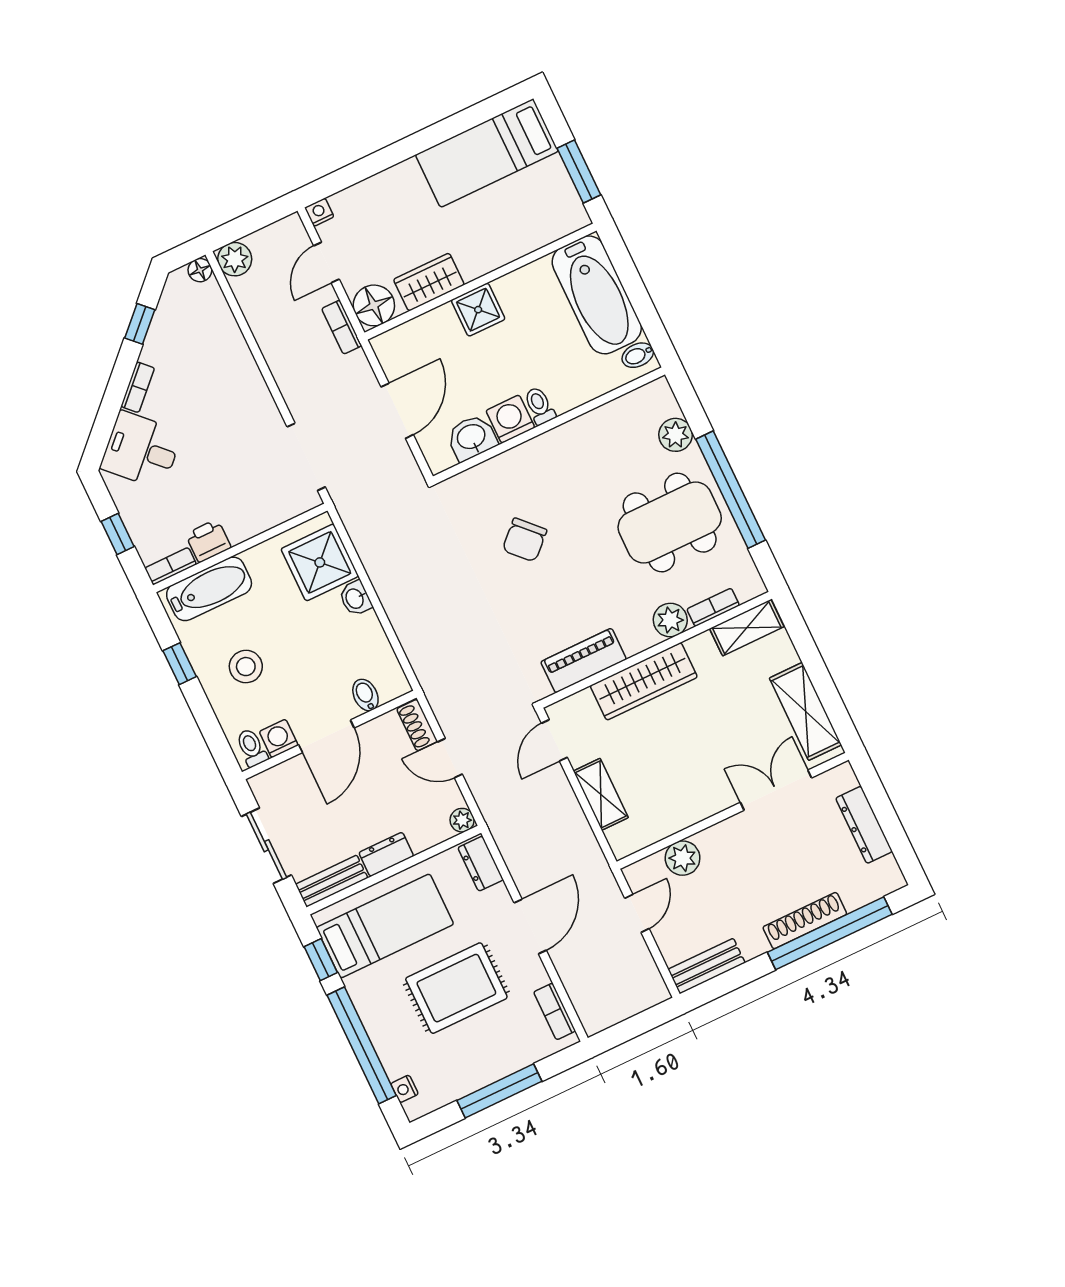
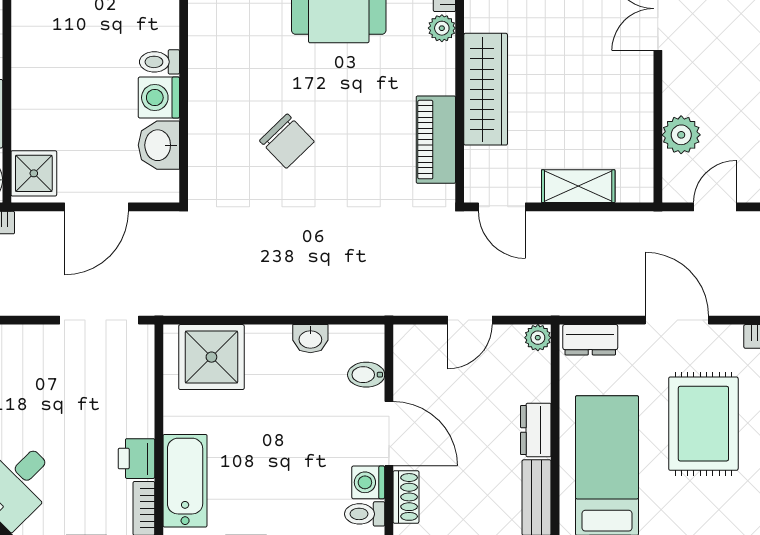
shower: (478, 310) -> (34, 173), moved
door: (397, 411) -> (96, 207), swing flipped
washbasin: (355, 598) -> (310, 339), moved
plant: (670, 620) -> (442, 28), width x0.73, depth x0.73
stool: (246, 667) -> (280, 481), removed
shoe rack: (417, 725) -> (406, 497), moved, turned -90
door: (637, 913) -> (715, 207), hinge flipped

